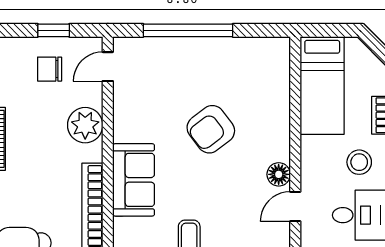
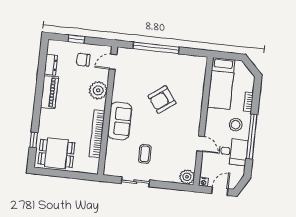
window: (54, 30) -> (76, 39), moved
floor lamp: (279, 174) -> (194, 126), removed
door: (295, 206) -> (201, 144), swing flipped

